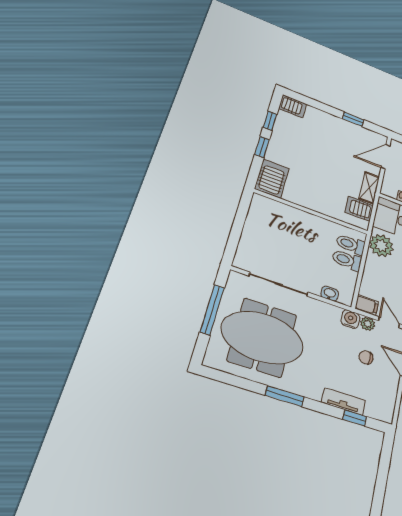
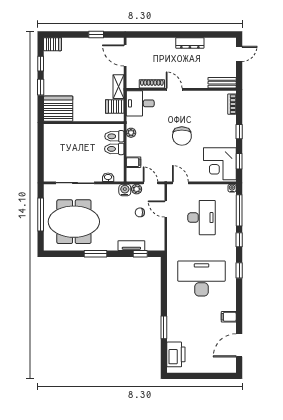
door: (385, 157) -> (125, 55), hinge flipped
server rack: (272, 179) -> (58, 109), width x1.60
plant: (381, 246) -> (131, 133), width x0.53, depth x0.53
filing cabinet: (367, 305) -> (134, 162), moved

